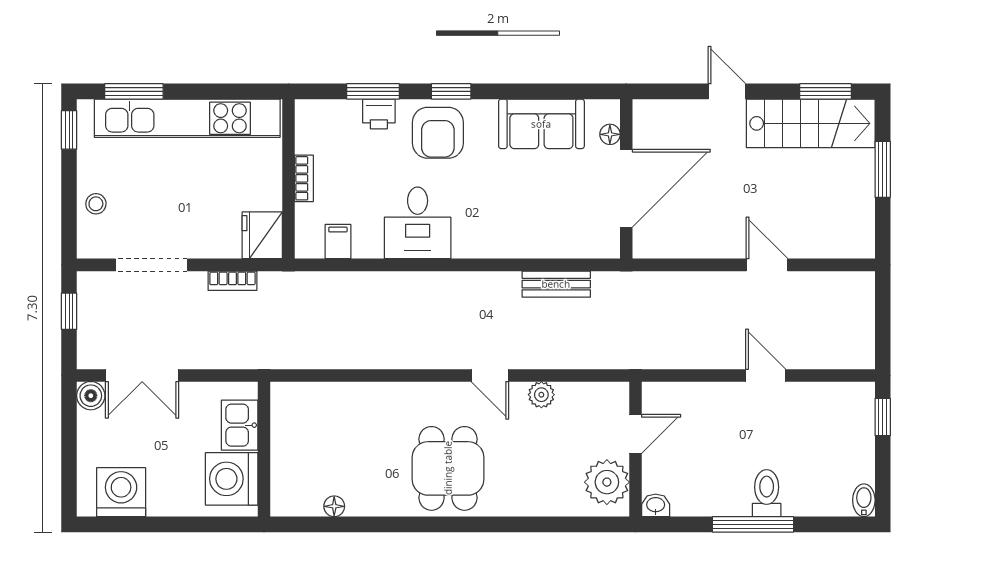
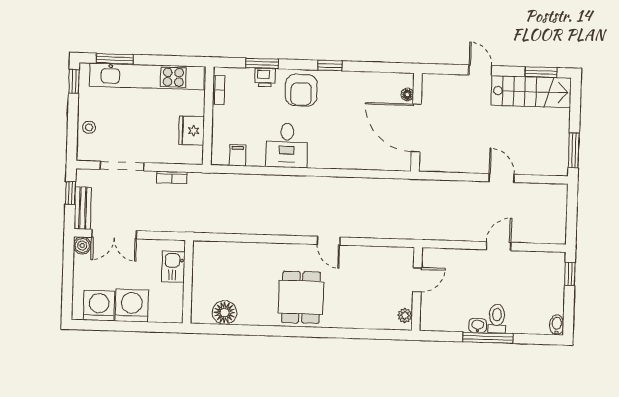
window: (451, 91) -> (330, 66), moved
sofa: (541, 124) -> (365, 87), removed
window: (883, 169) -> (574, 150), moved
bookcase: (304, 178) -> (219, 90), moved
door: (626, 188) -> (416, 128), swing flipped
fridge: (262, 235) -> (192, 131), moved
bench: (556, 284) -> (83, 208), moved, turned 90
door: (766, 375) -> (499, 246), hinge flipped
plant: (541, 395) -> (360, 254), removed
washing machine: (232, 479) -> (132, 306), moved, turned 90
plant: (607, 482) -> (405, 315), width x0.53, depth x0.53
washbasin: (656, 505) -> (478, 326), moved
floor lamp: (334, 506) -> (225, 313), width x1.89, depth x1.89

